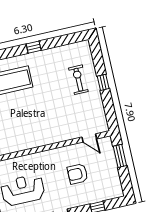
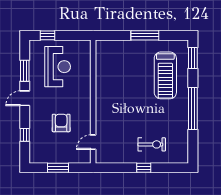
window: (34, 47) -> (193, 108), width x3.17
window: (120, 156) -> (58, 168), moved

